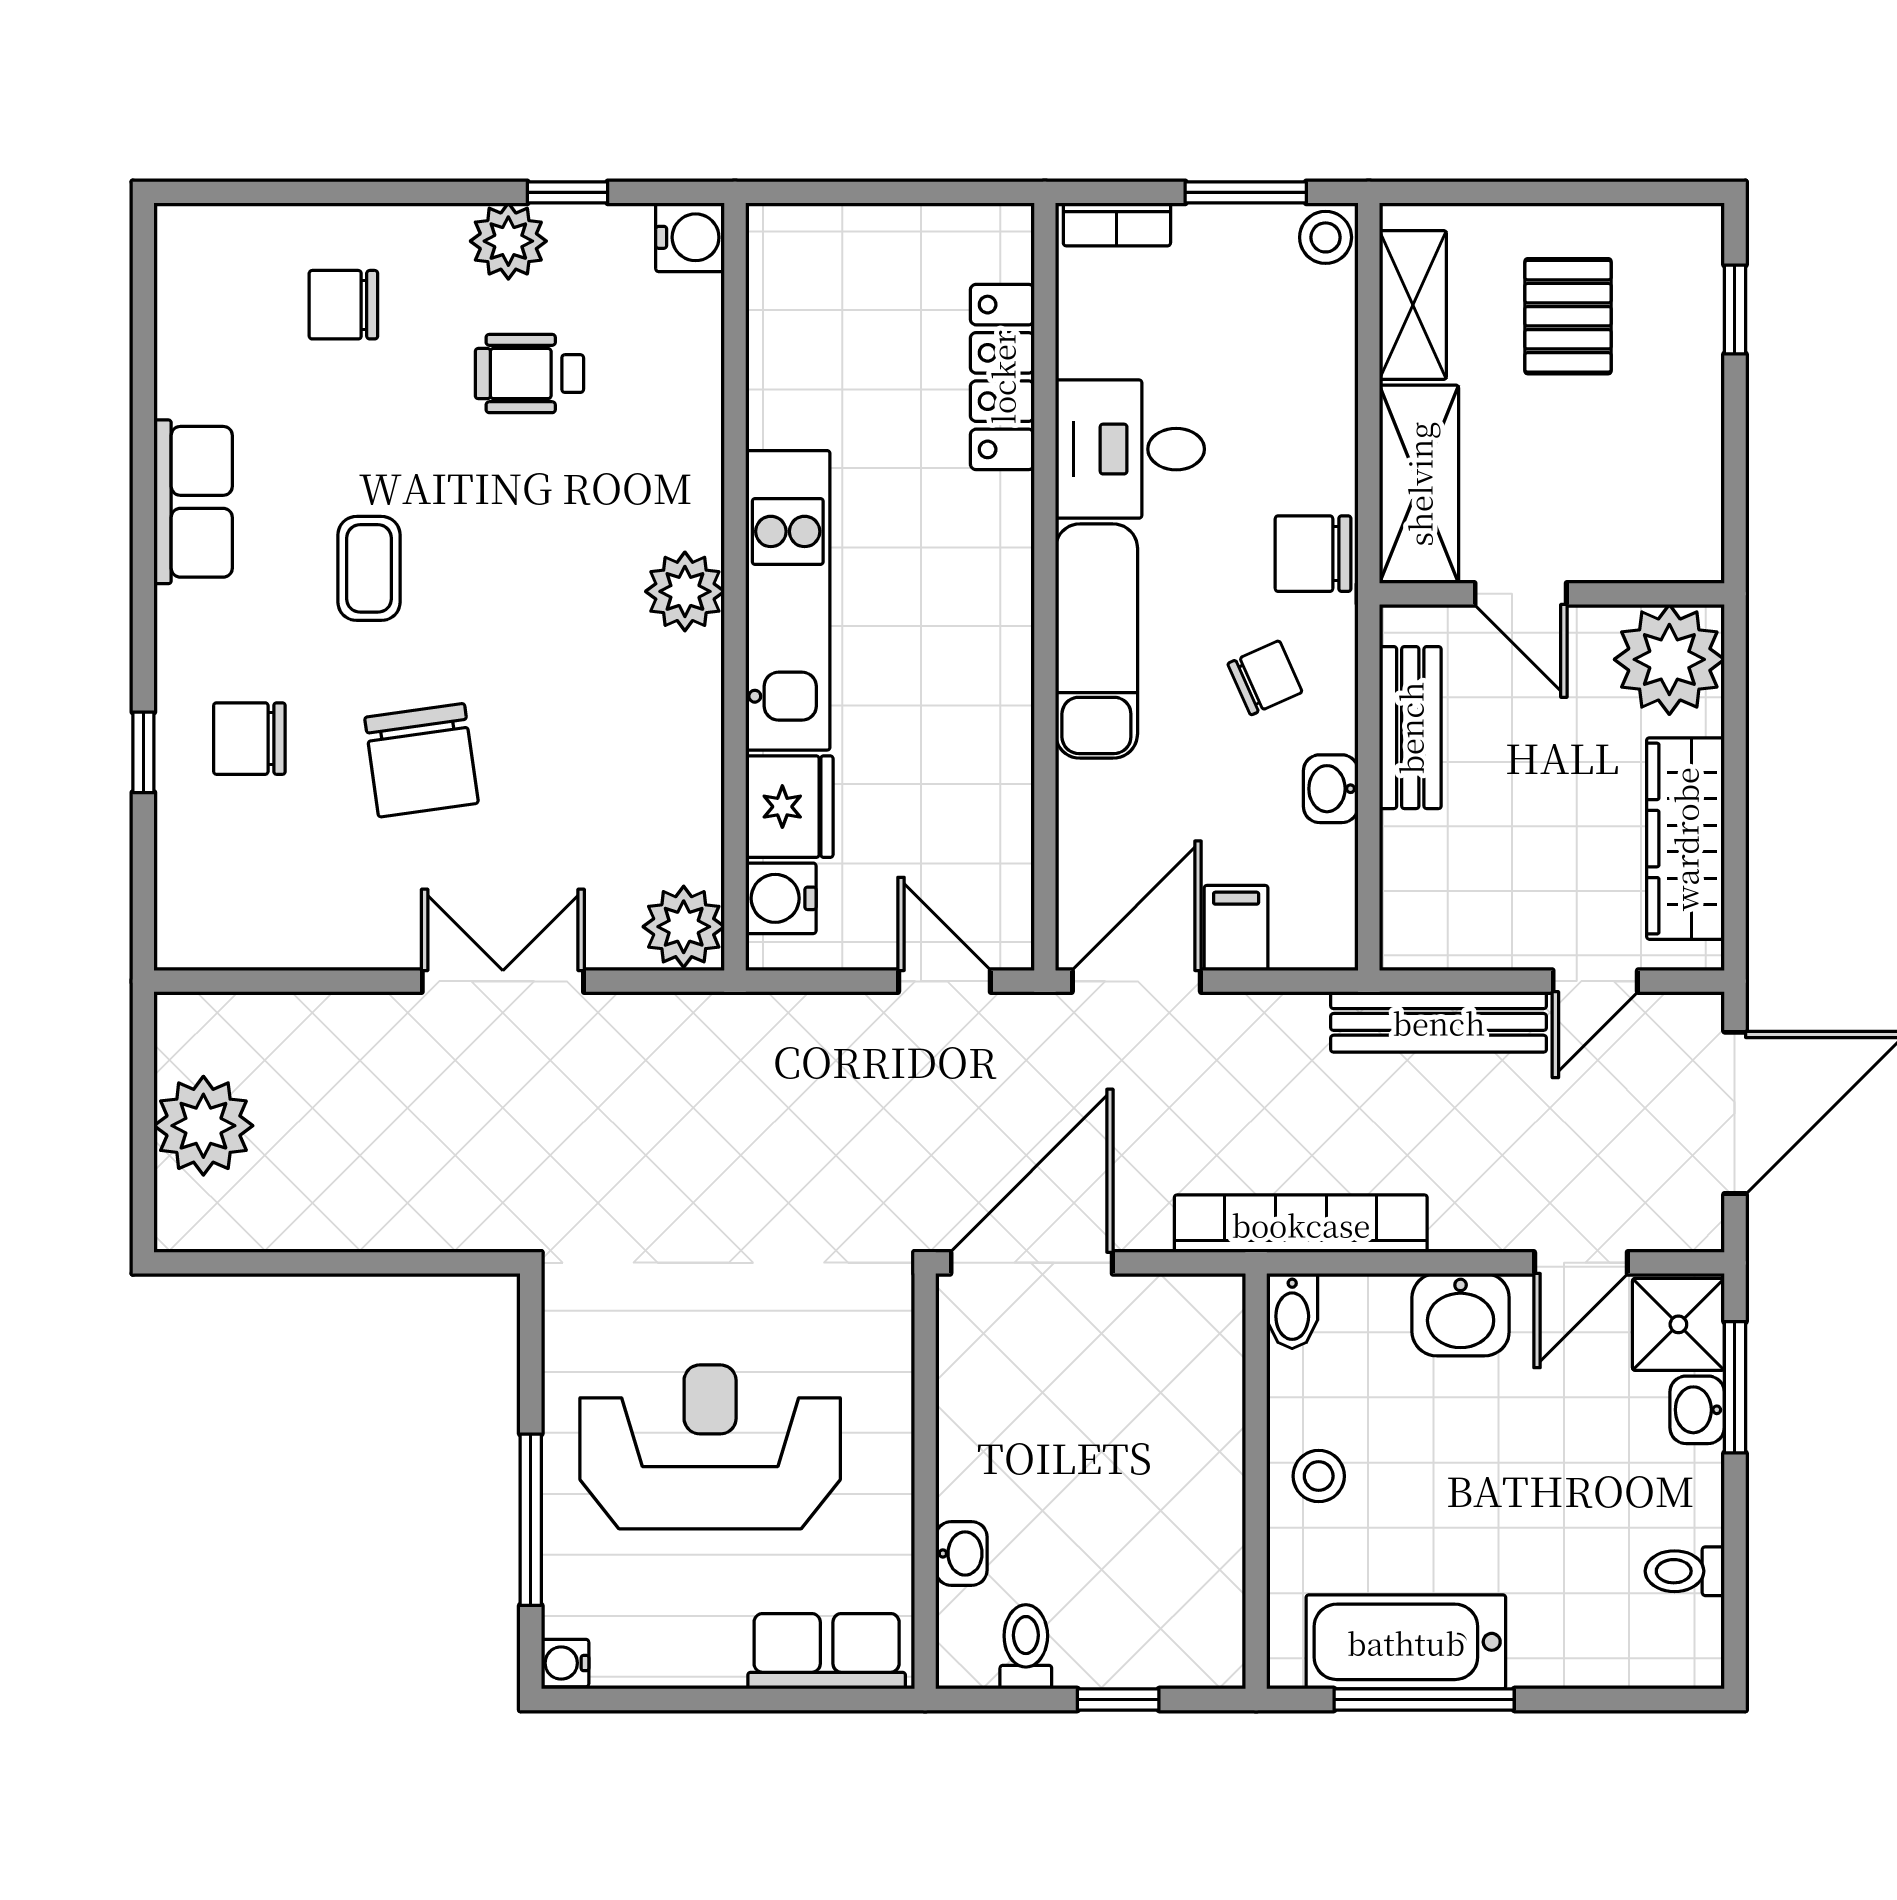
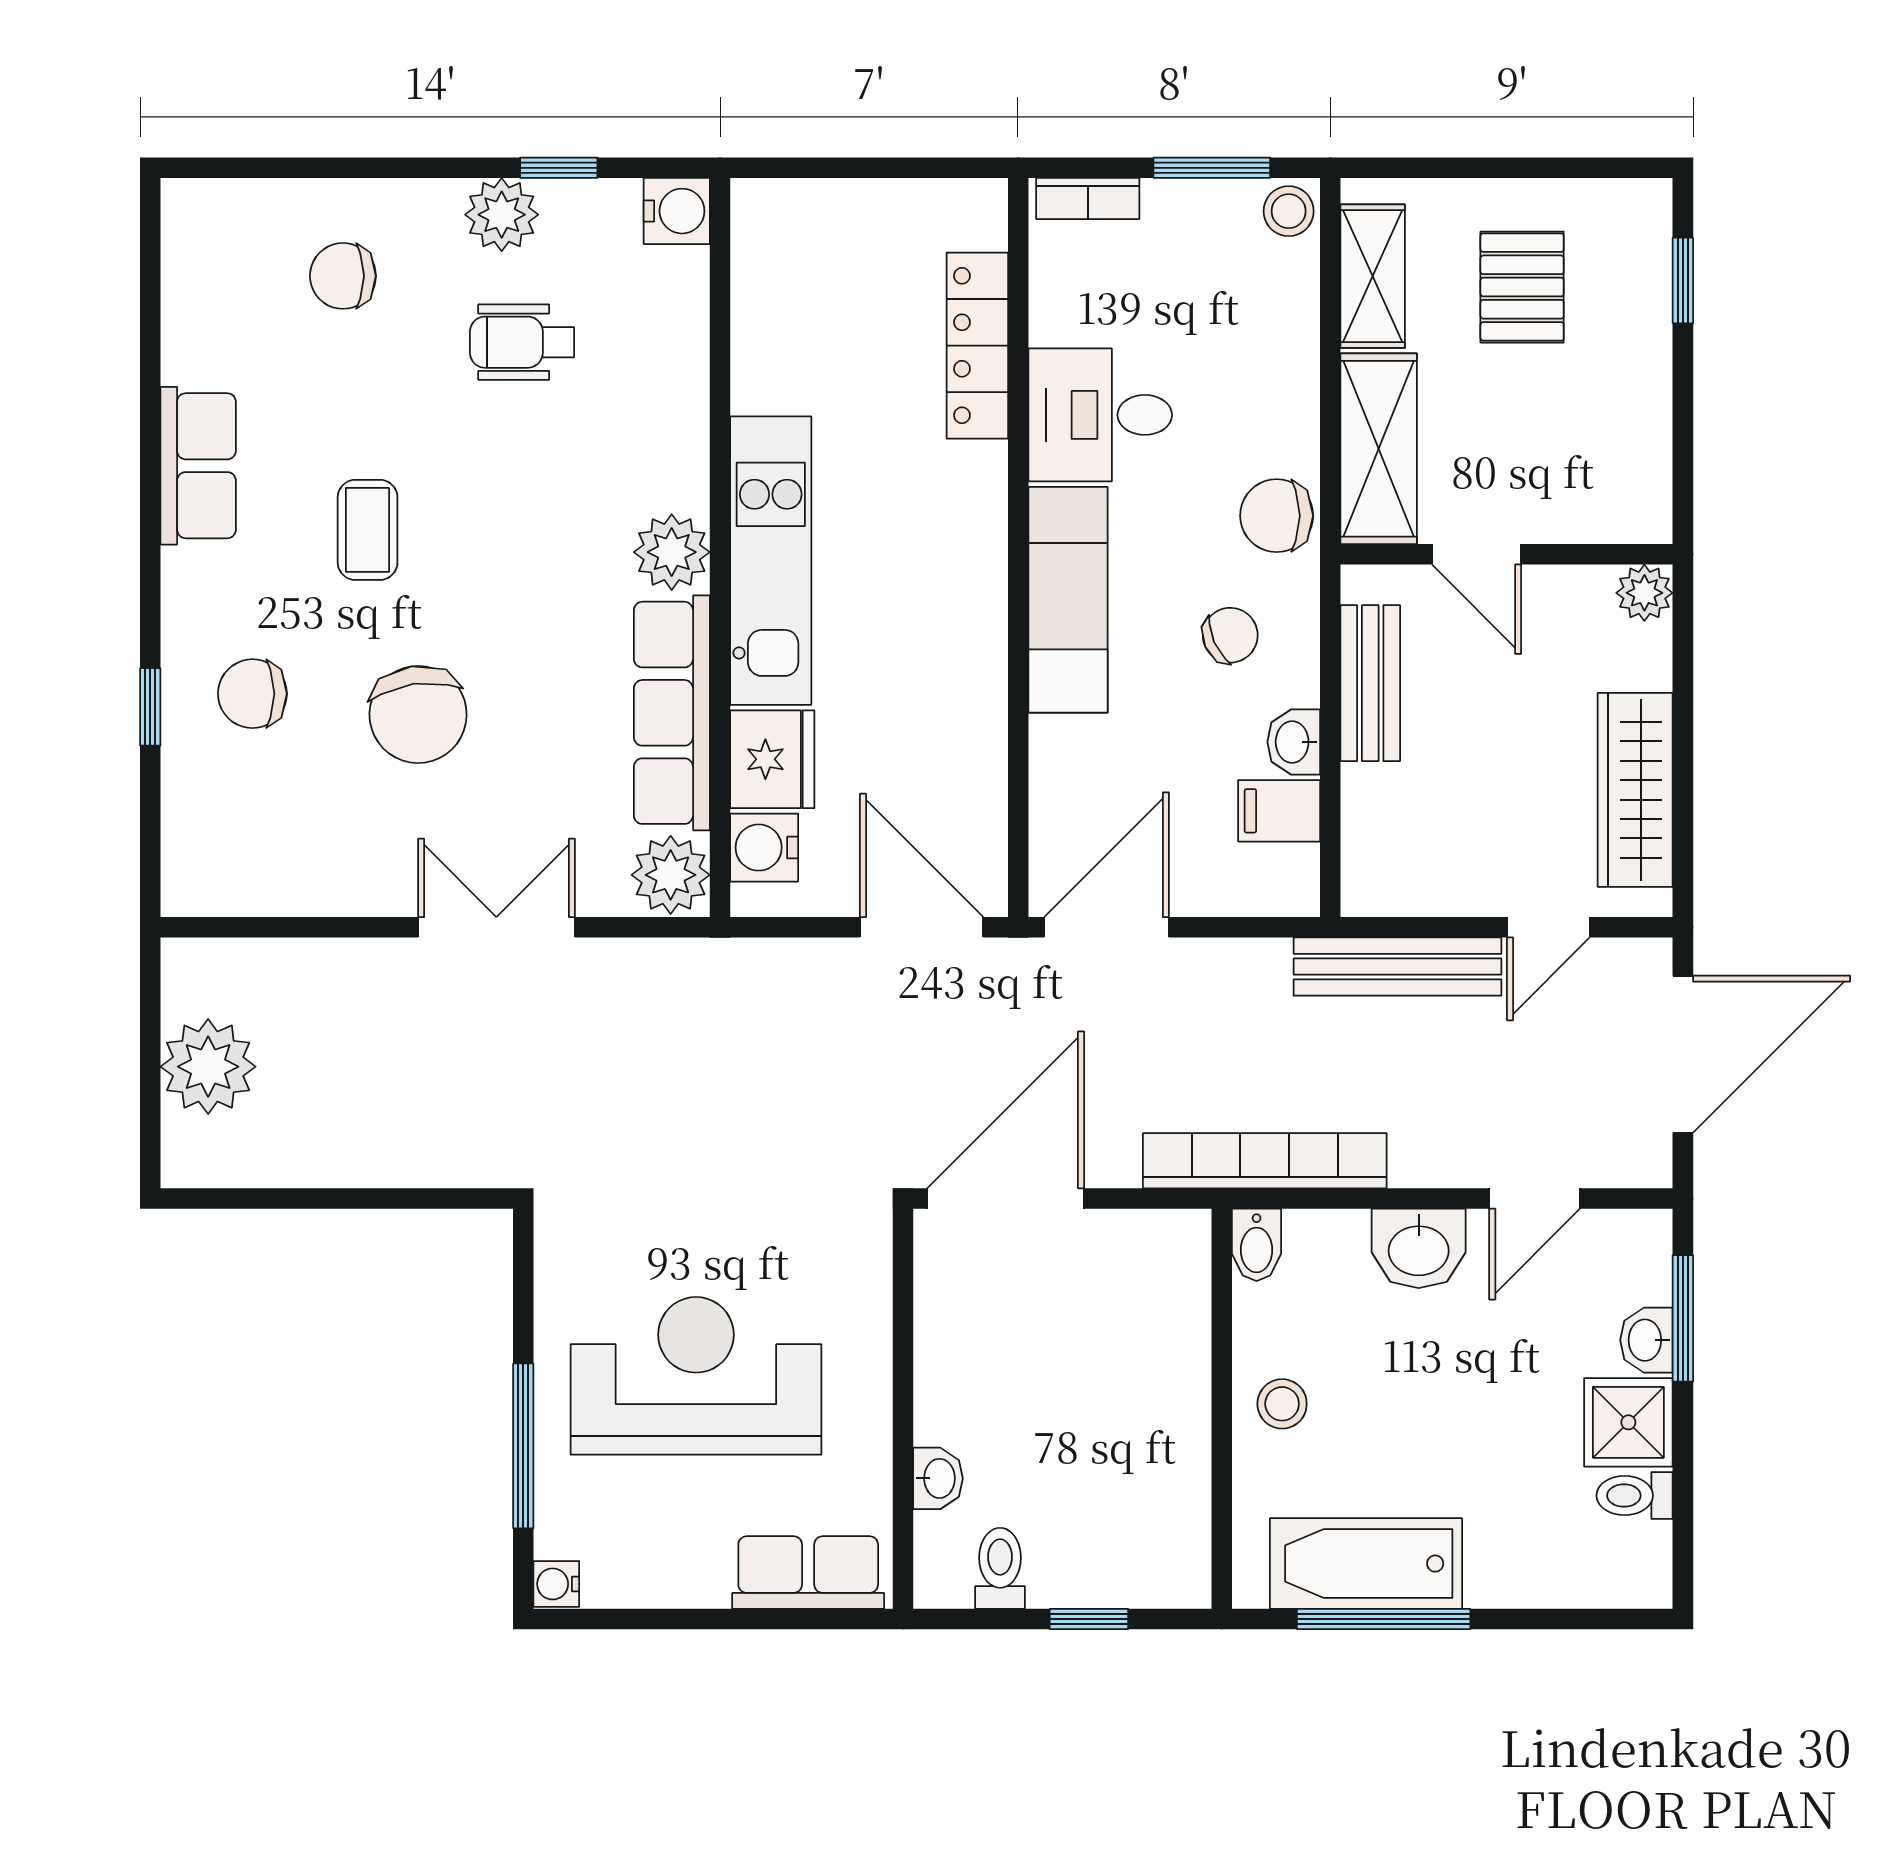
plant: (1669, 659) -> (1644, 593), width x0.53, depth x0.53
row of seats: (685, 758) -> (672, 713), added
filing cabinet: (1236, 928) -> (1279, 811), moved, turned -90
door: (944, 981) -> (922, 927), width x1.38
shower: (1678, 1324) -> (1628, 1422), moved

